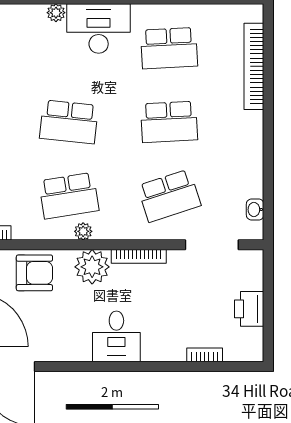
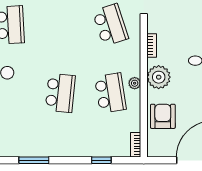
school desk: (169, 122) -> (60, 25), removed
bookcase: (139, 256) -> (152, 45), width x0.64

